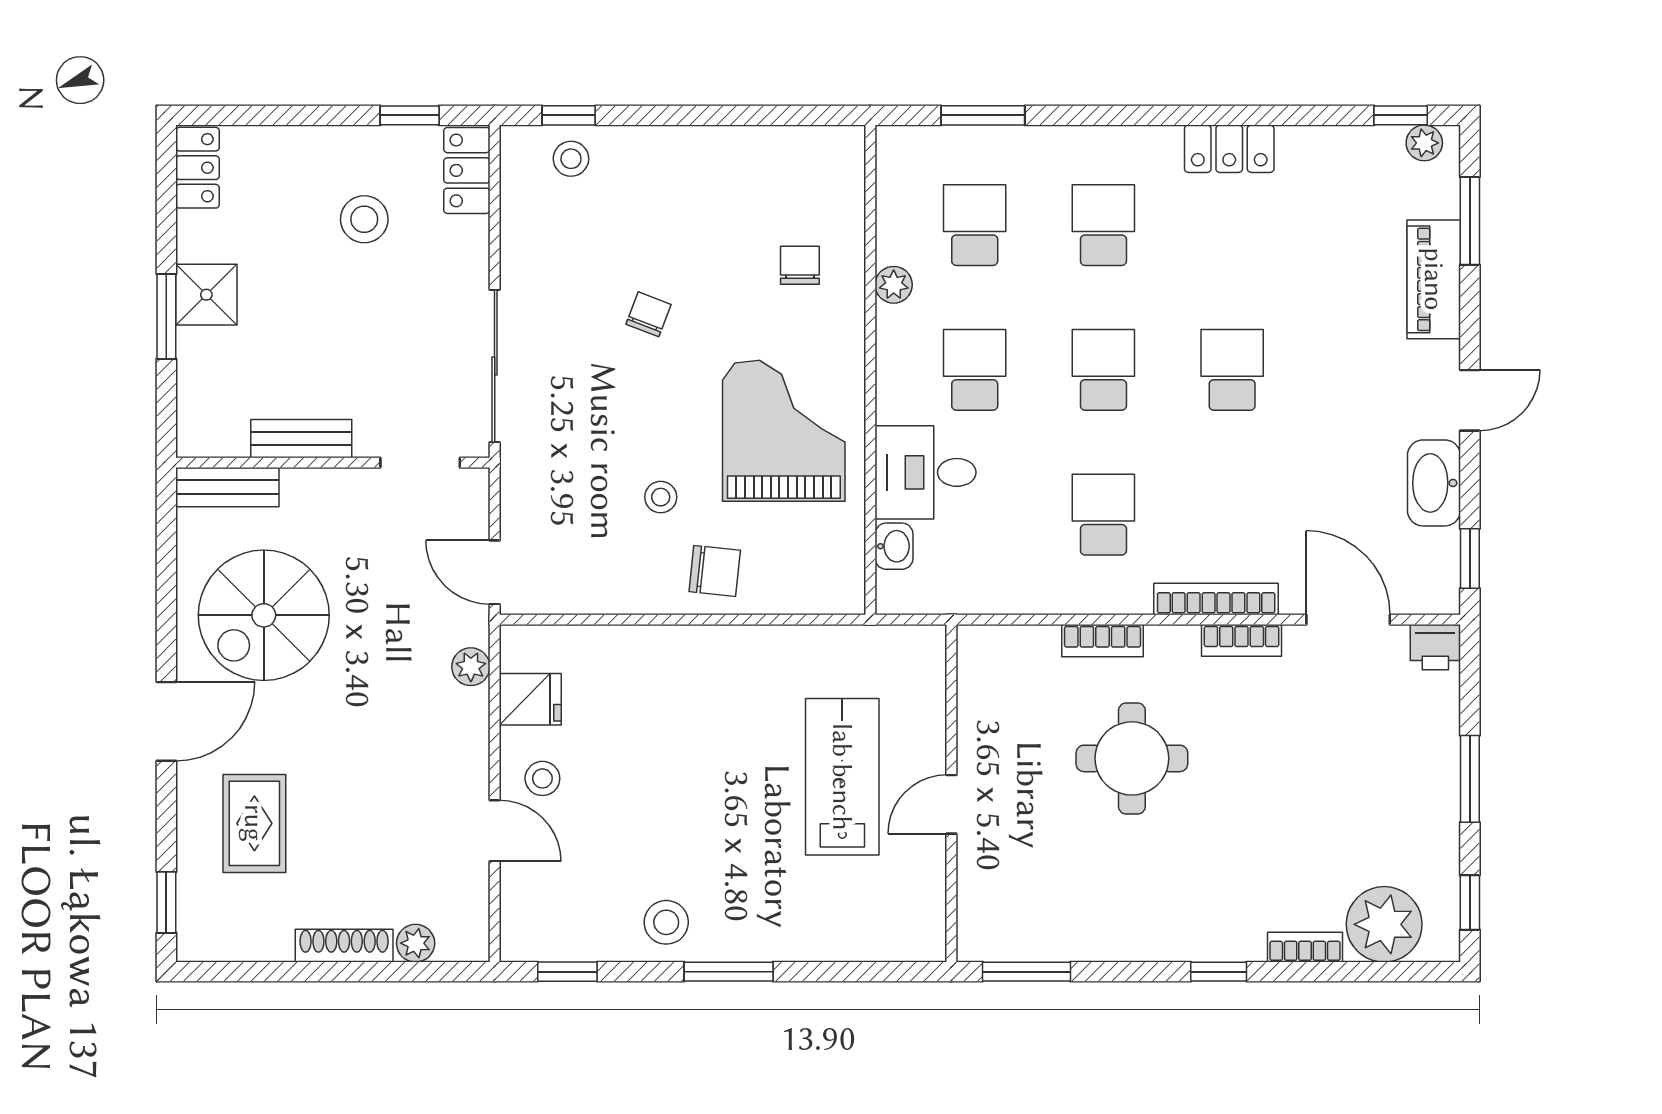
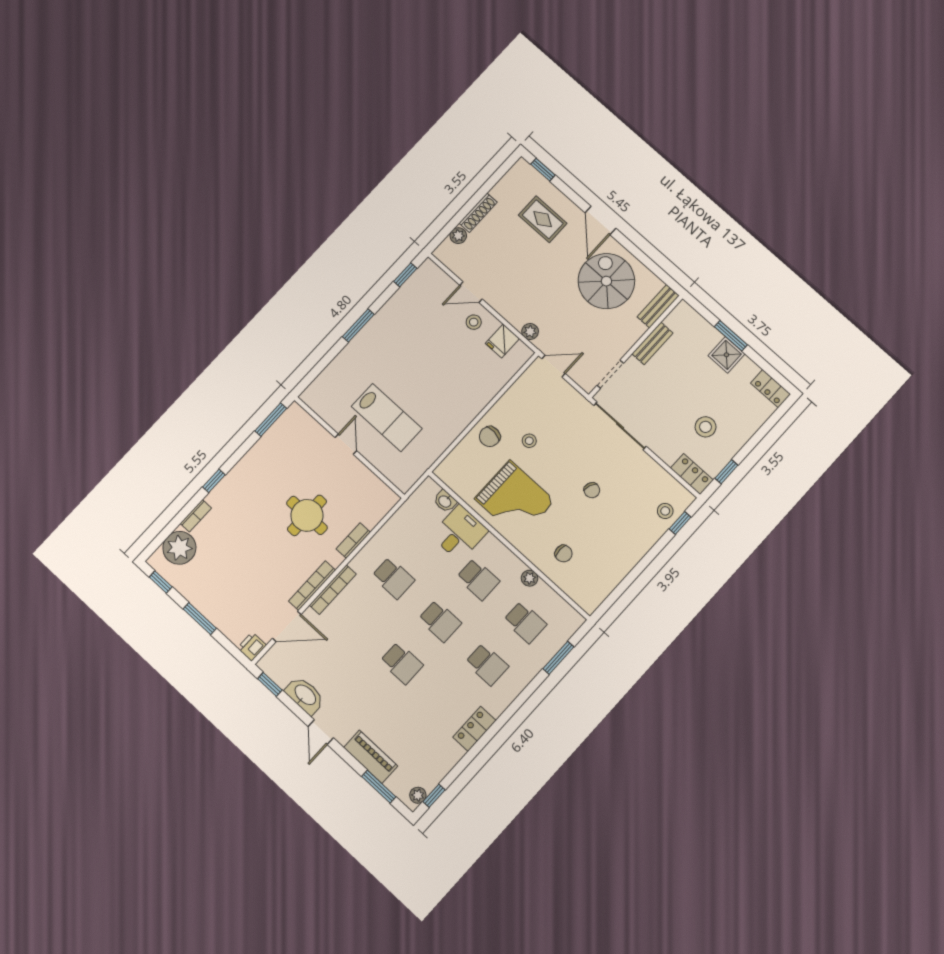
bookcase: (1242, 640) -> (312, 586), width x1.56
stool: (666, 922) -> (392, 320), removed

